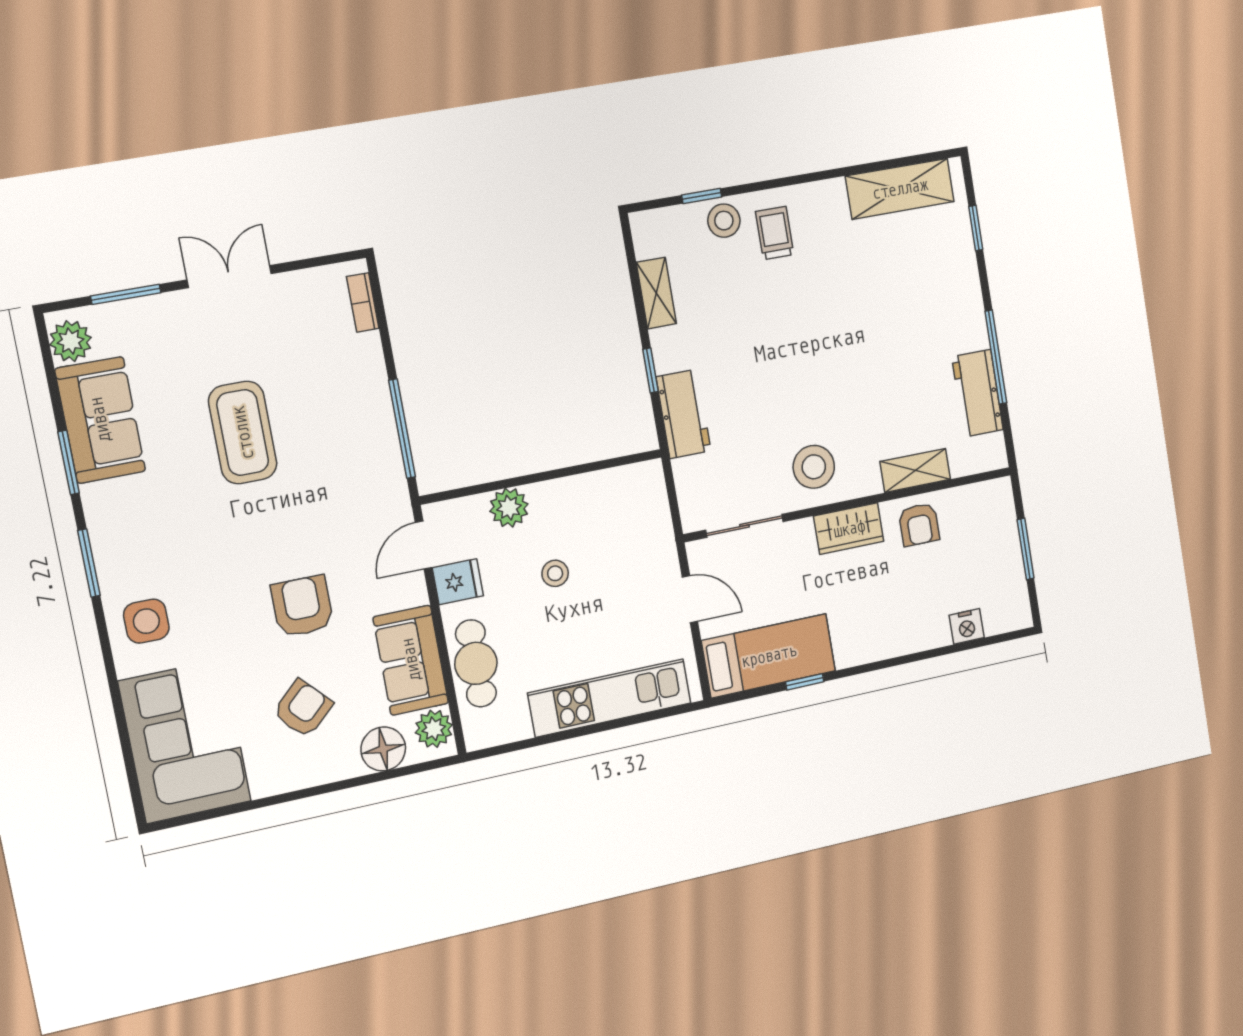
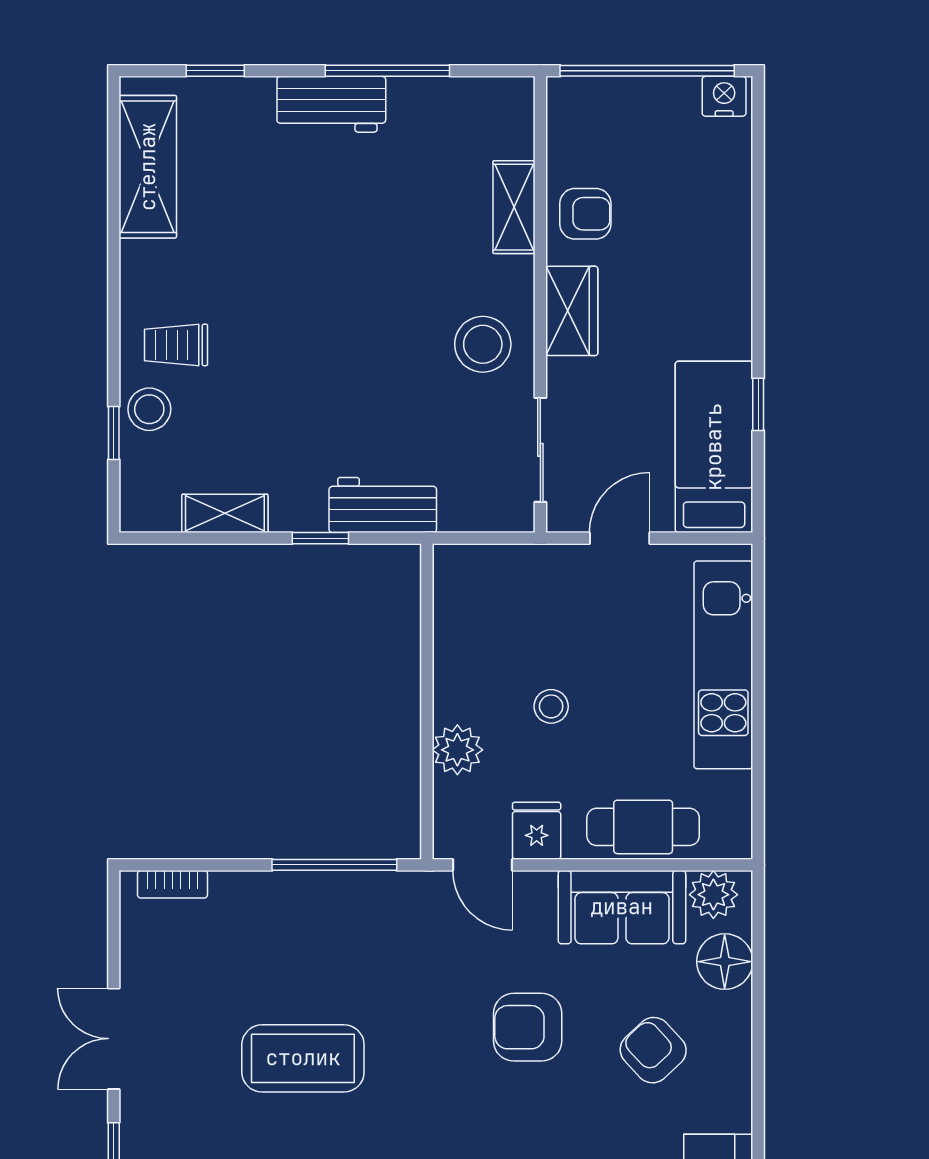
workbench: (977, 393) -> (331, 104), moved
window: (1026, 549) -> (647, 71), width x2.11
nightstand: (967, 626) -> (724, 96), moved, turned -90

